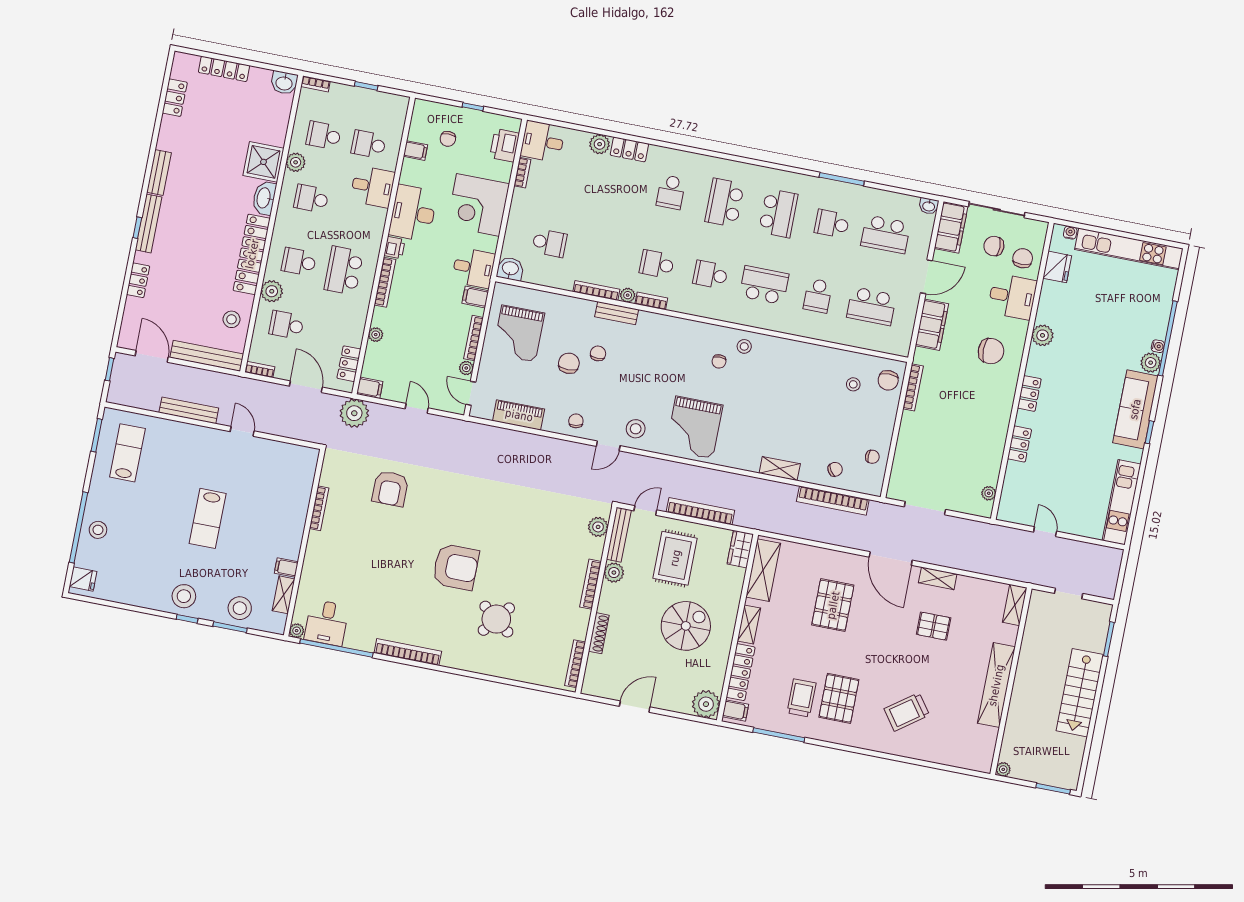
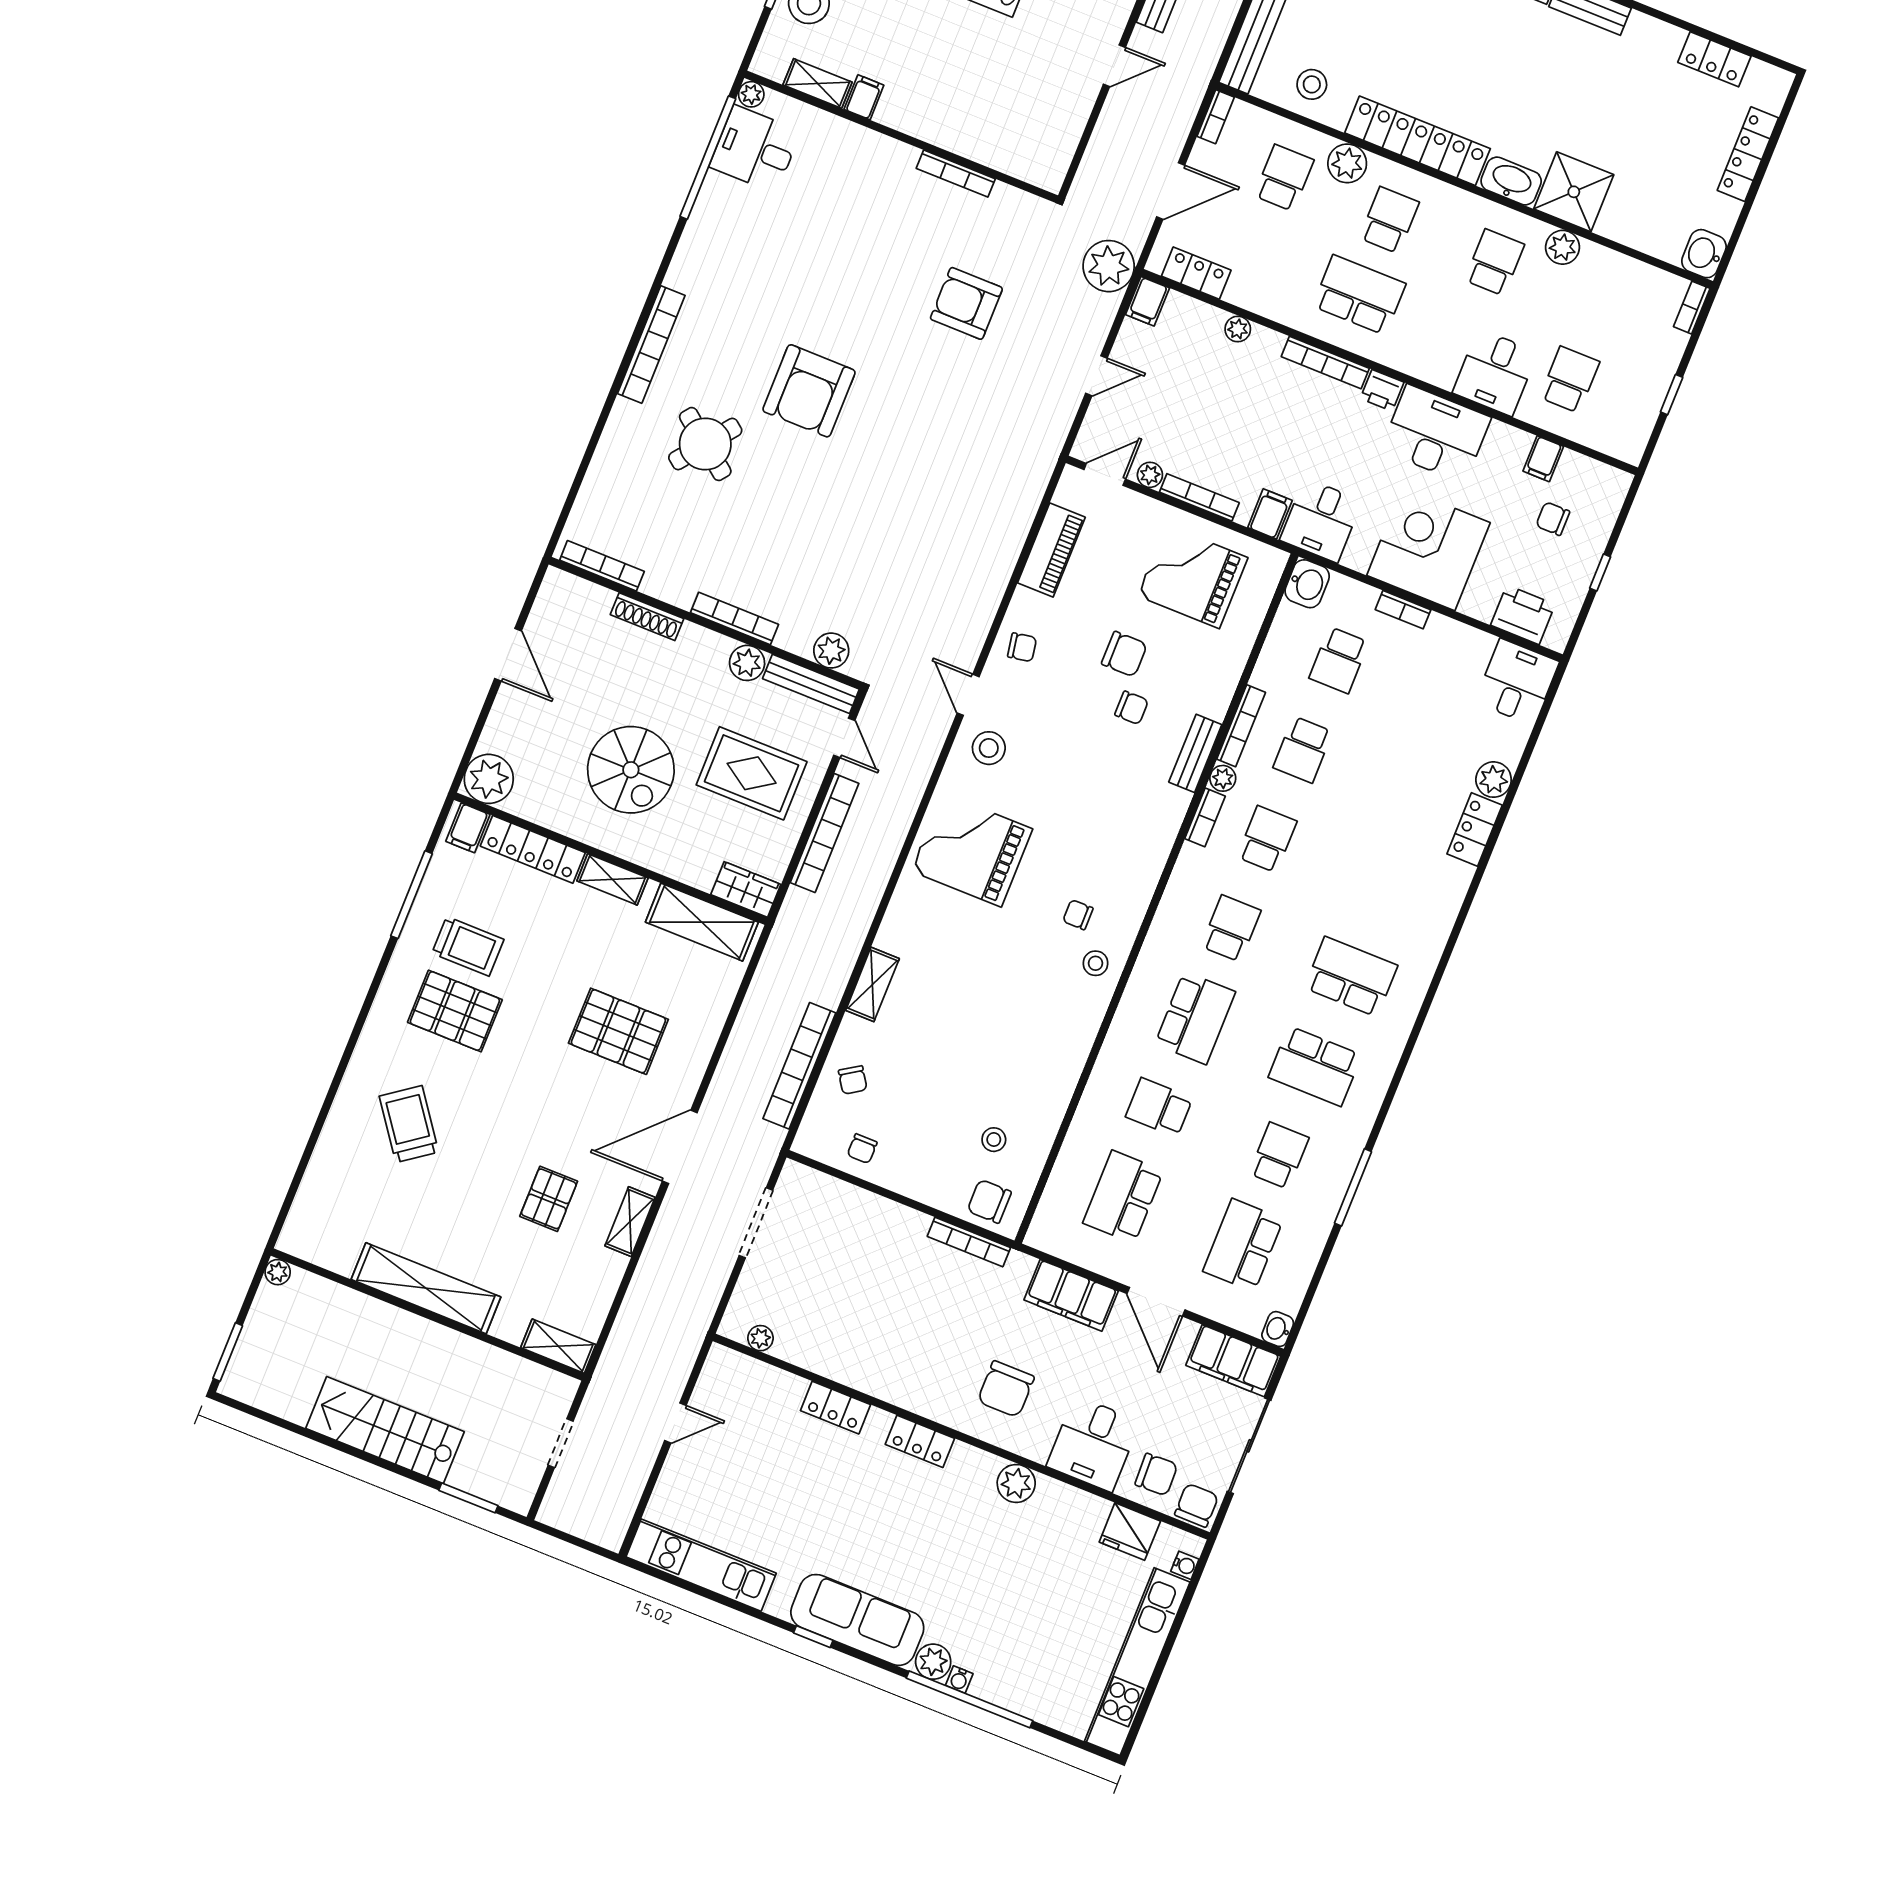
school desk: (324, 135) -> (1600, 305), removed
bookcase: (522, 173) -> (1403, 610), moved
school desk: (671, 192) -> (1303, 750), moved, turned -90
chair: (994, 246) -> (1197, 1505), moved
bookcase: (408, 652) -> (651, 345), moved

